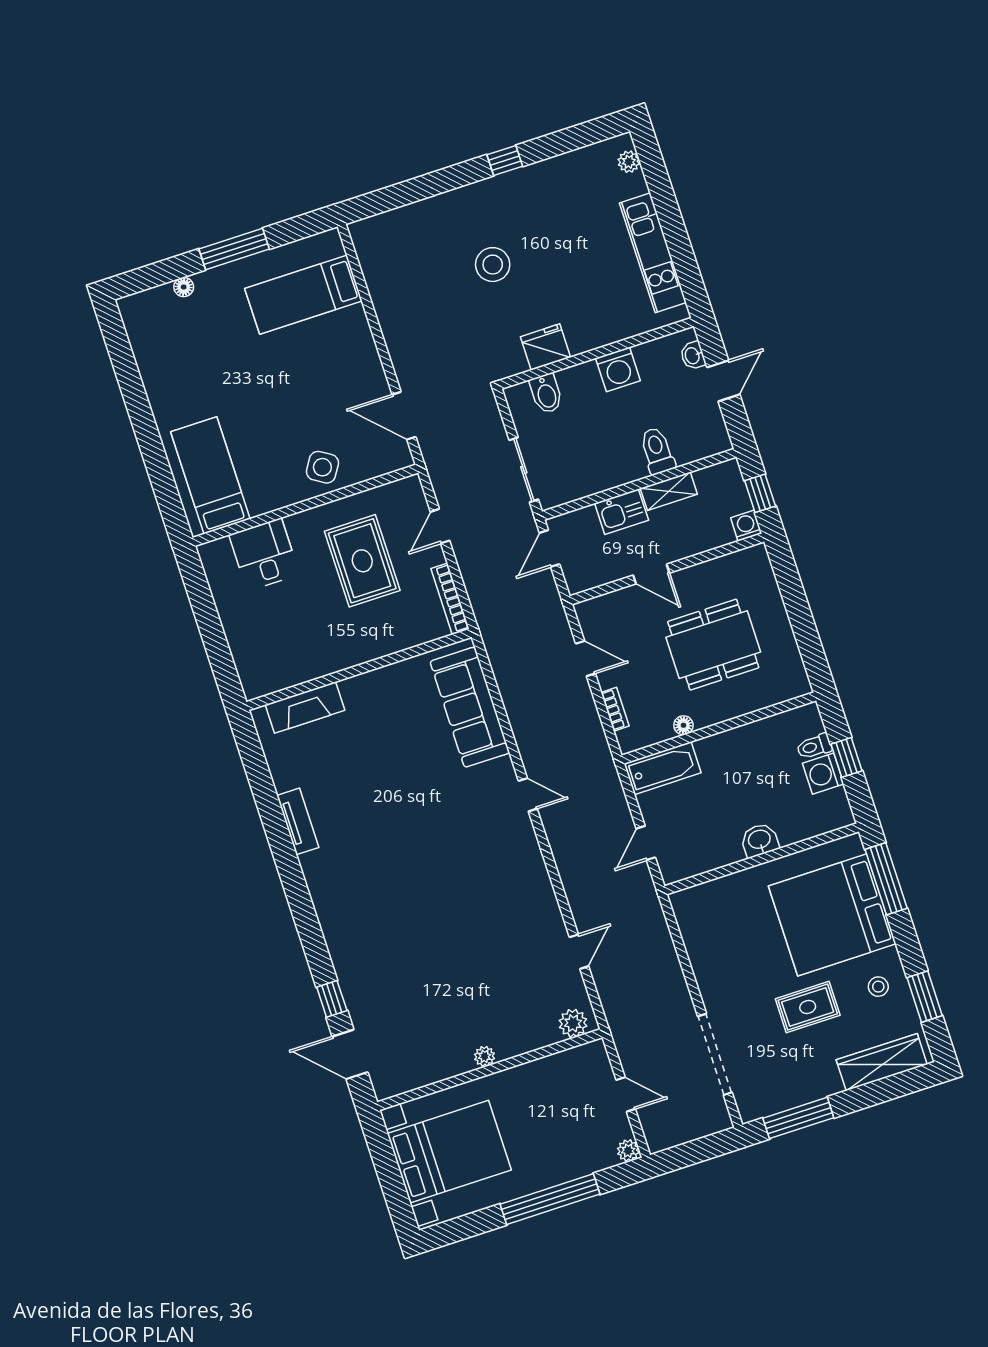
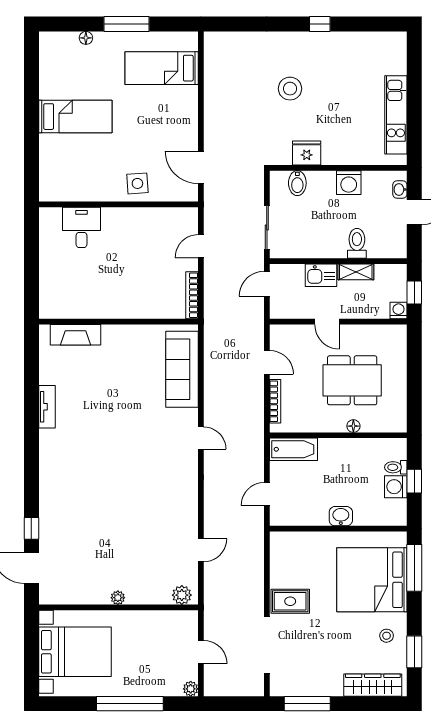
plant: (629, 162) -> (399, 51), removed
side table: (322, 467) -> (137, 183), turned -36
bed: (210, 475) -> (75, 117), moved, turned 90
rug: (362, 561) -> (143, 252), removed
bookcase: (615, 709) -> (275, 401), width x1.56
floor lamp: (683, 725) -> (353, 426), moved
rug: (808, 1007) -> (290, 601), moved

